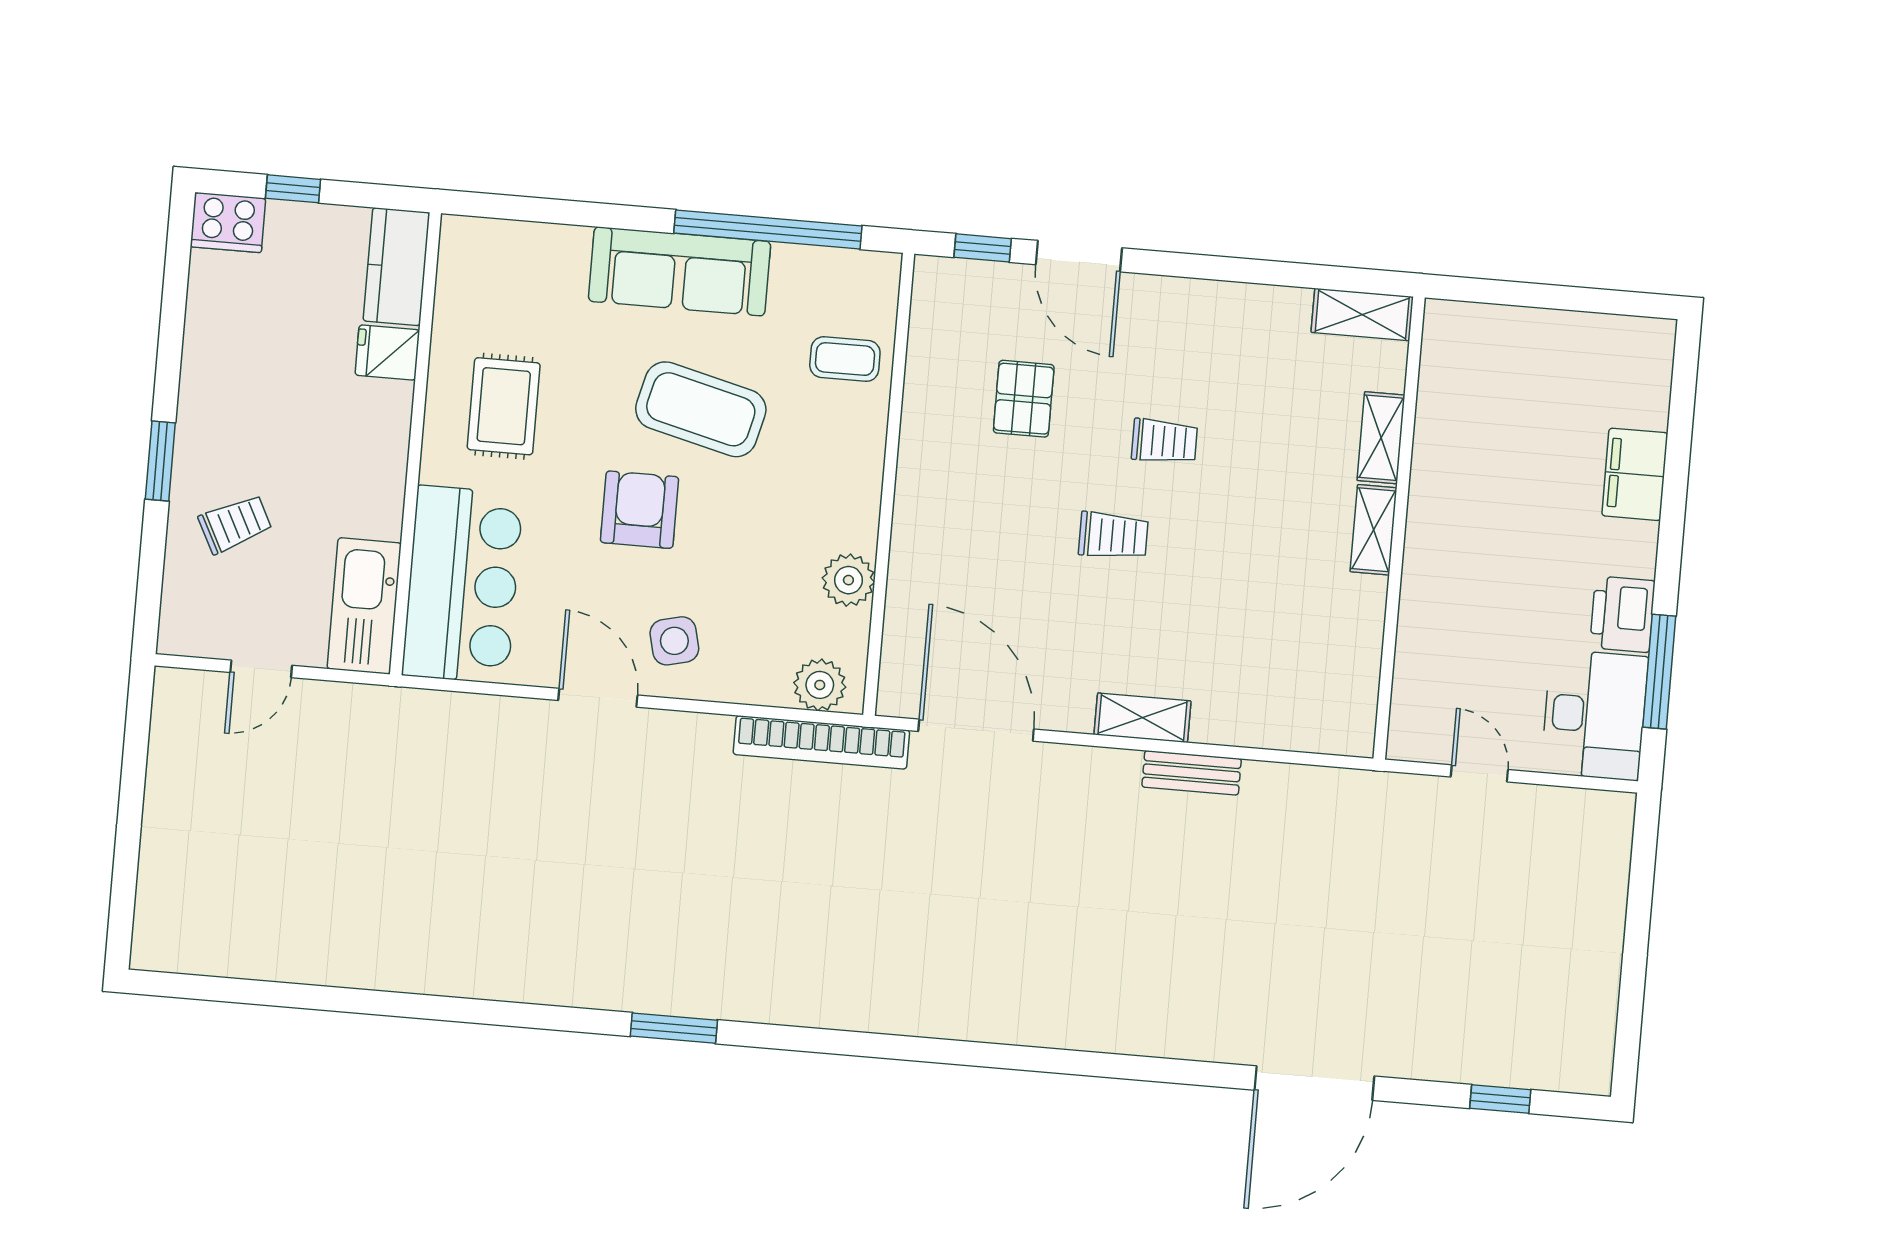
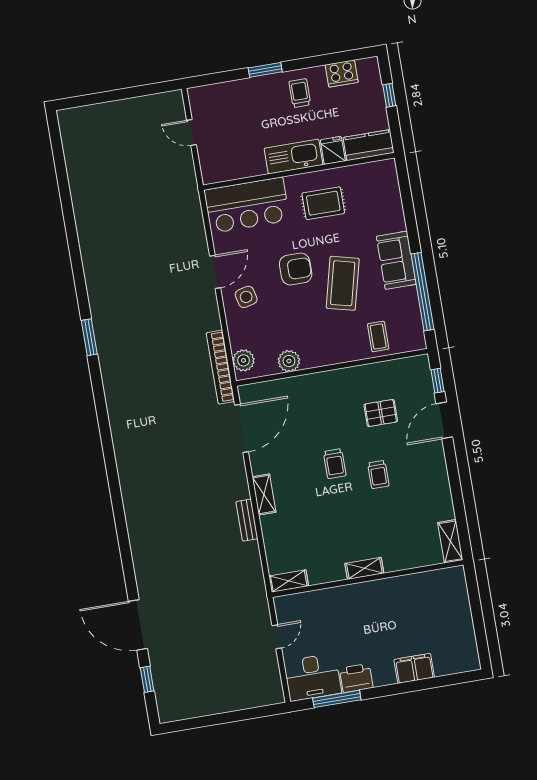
cooker: (228, 223) -> (342, 74), moved, turned -90
sofa: (680, 271) -> (396, 260), width x0.73
shelving: (1381, 438) -> (289, 581), moved
trolley: (235, 524) -> (300, 93), moved, turned -153
kitchen sink: (364, 606) -> (294, 157), moved
door: (1314, 1083) -> (138, 625), moved

